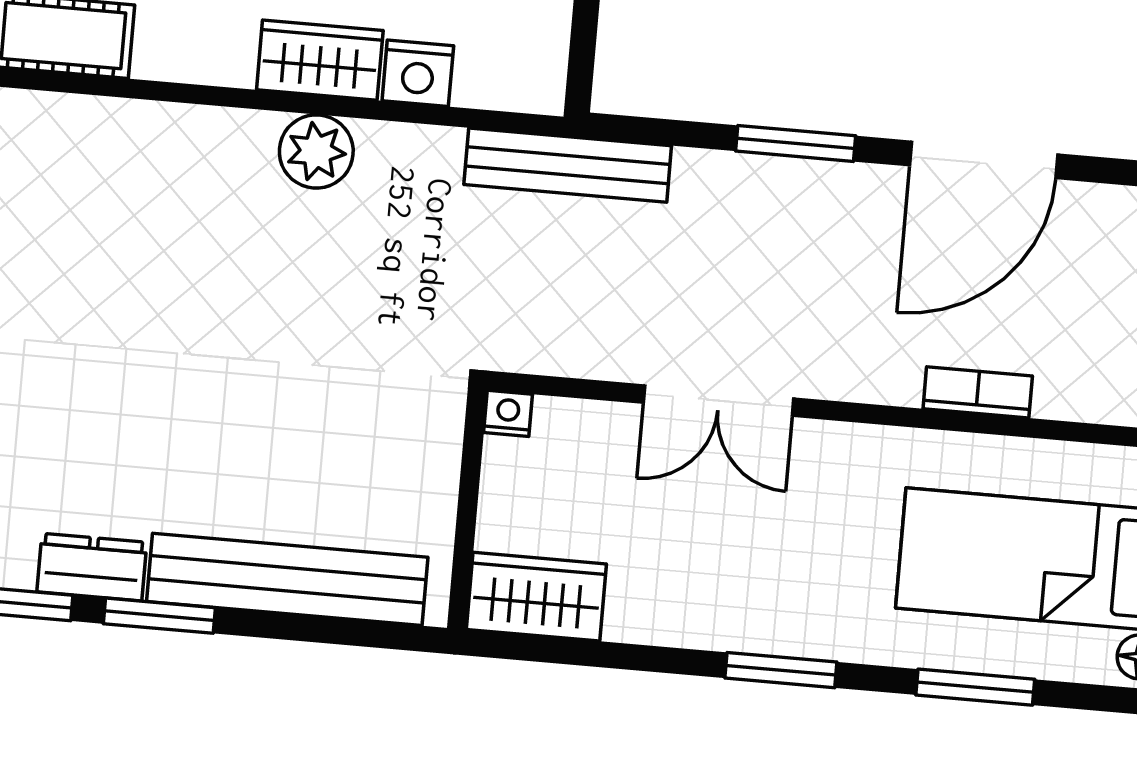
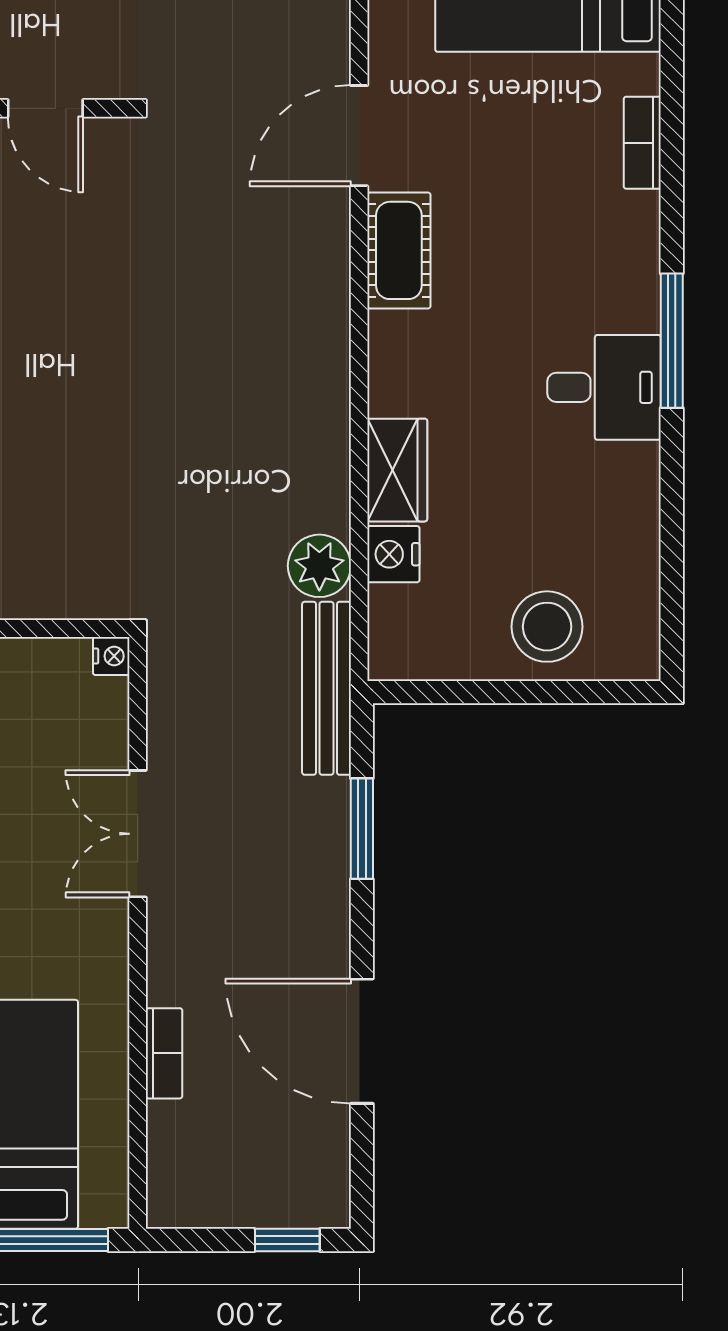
window: (796, 143) -> (362, 829), moved
plant: (316, 152) -> (319, 566), moved

